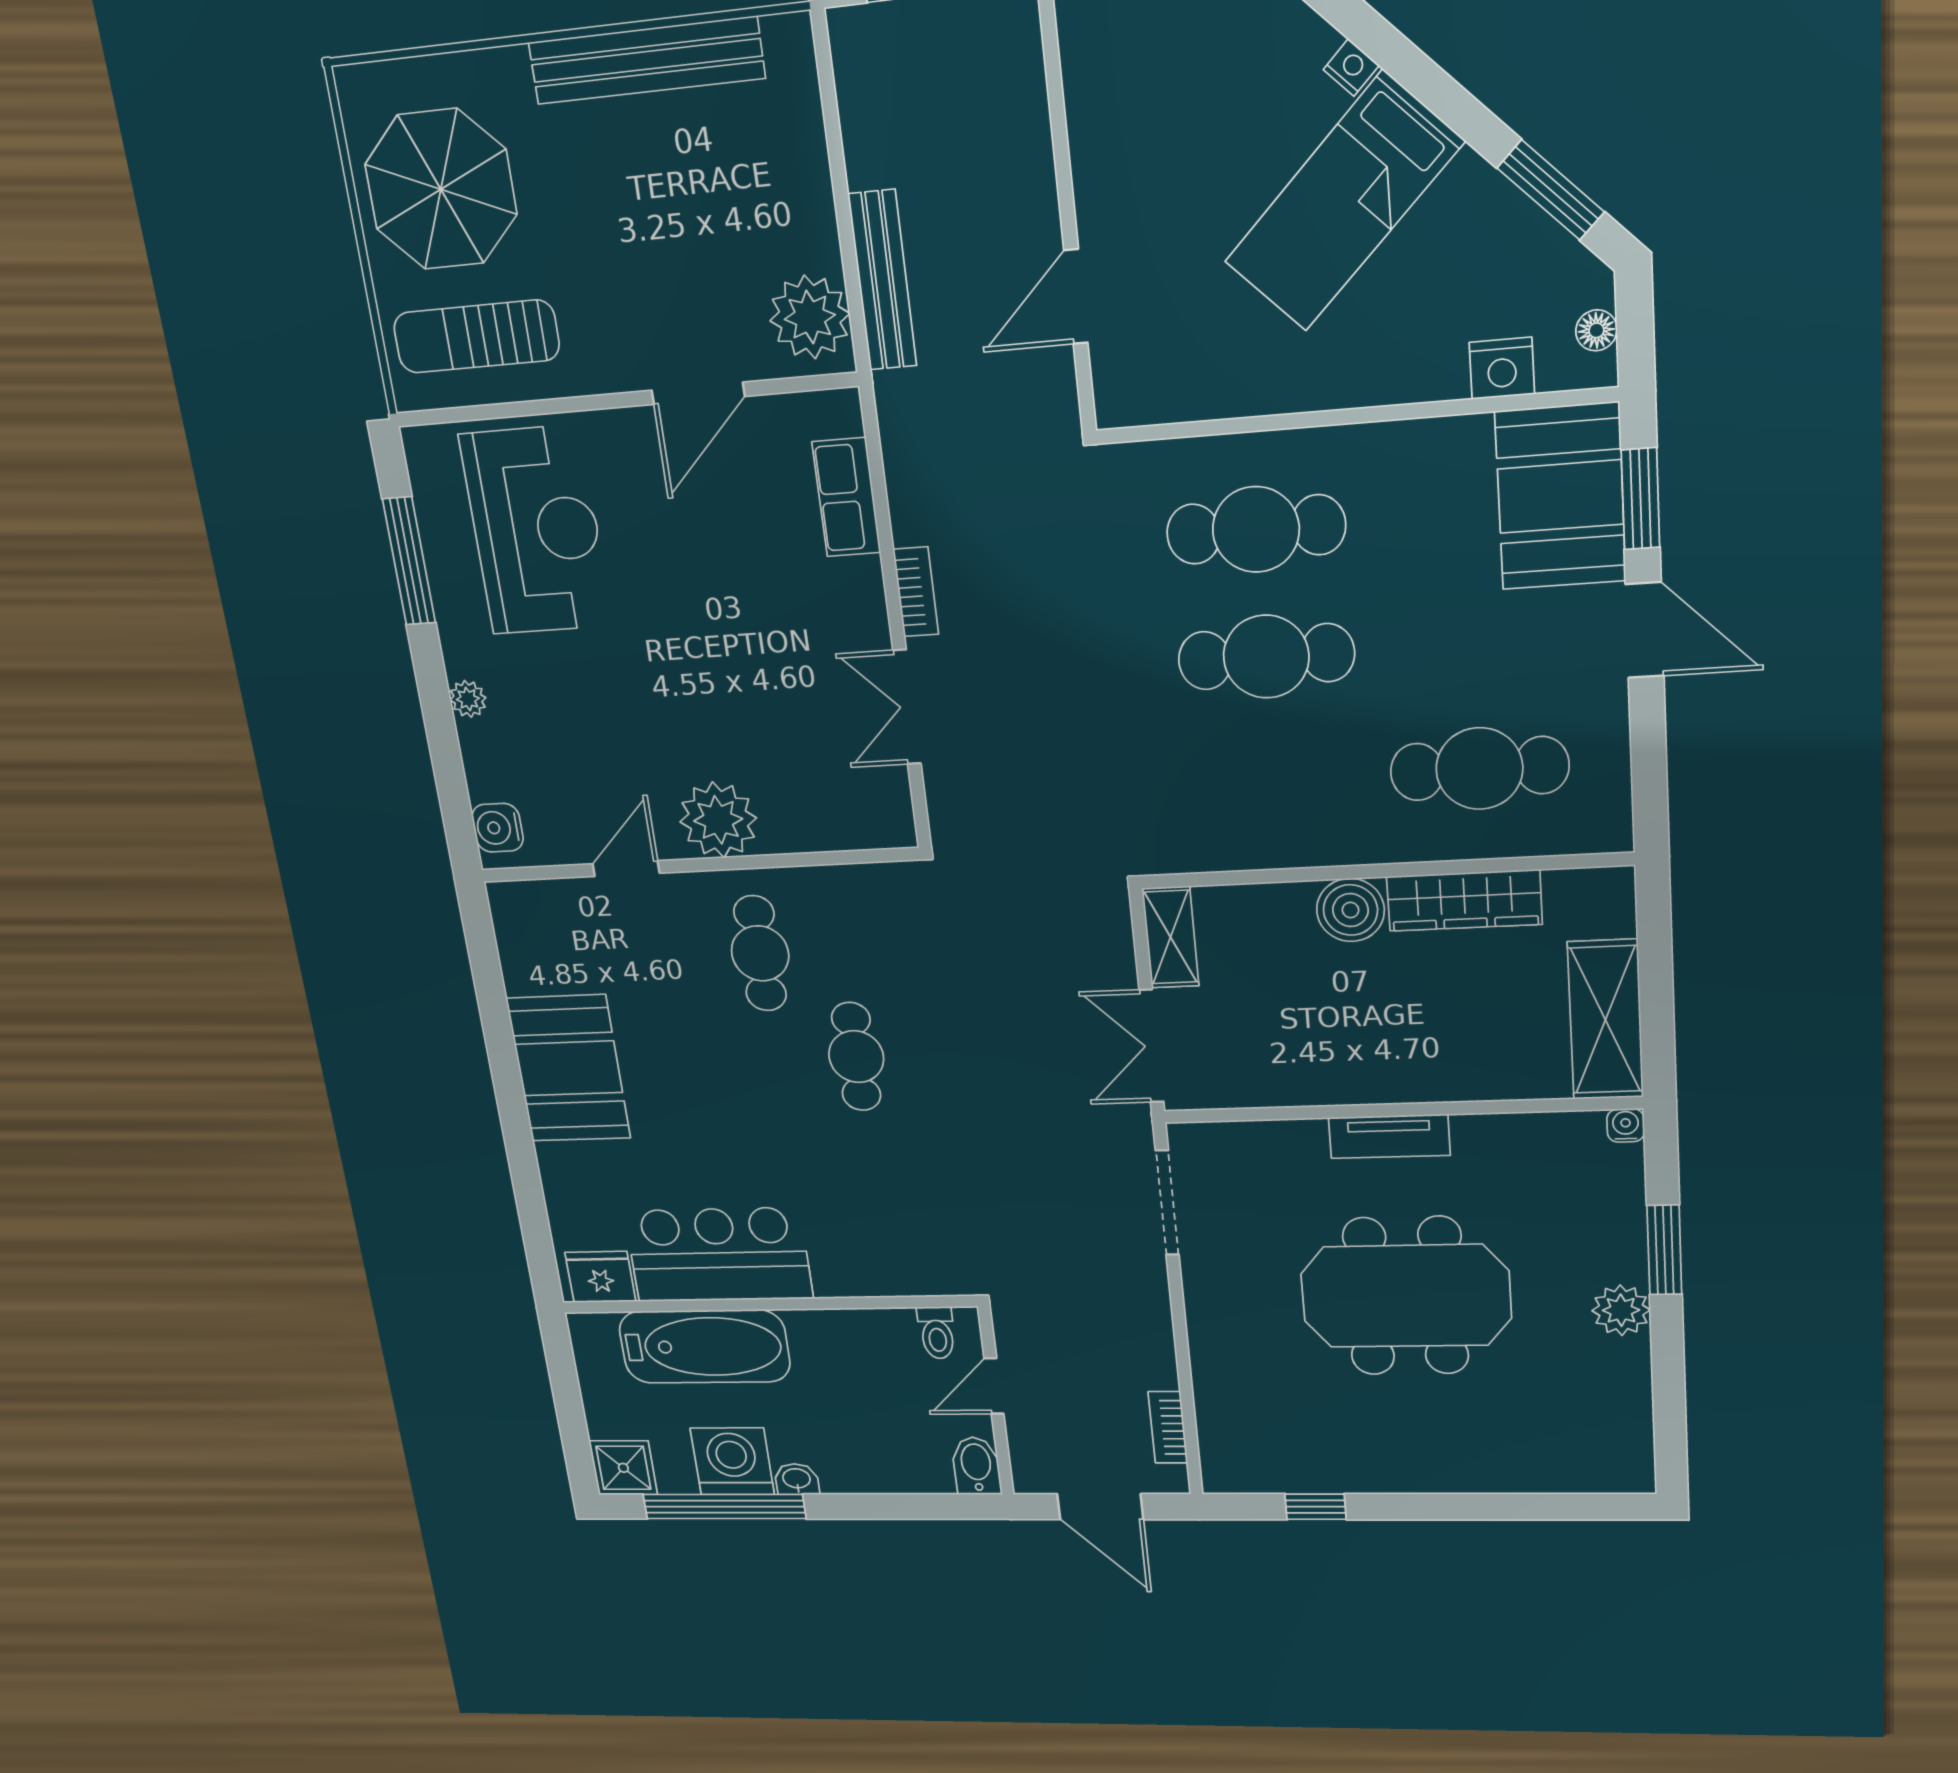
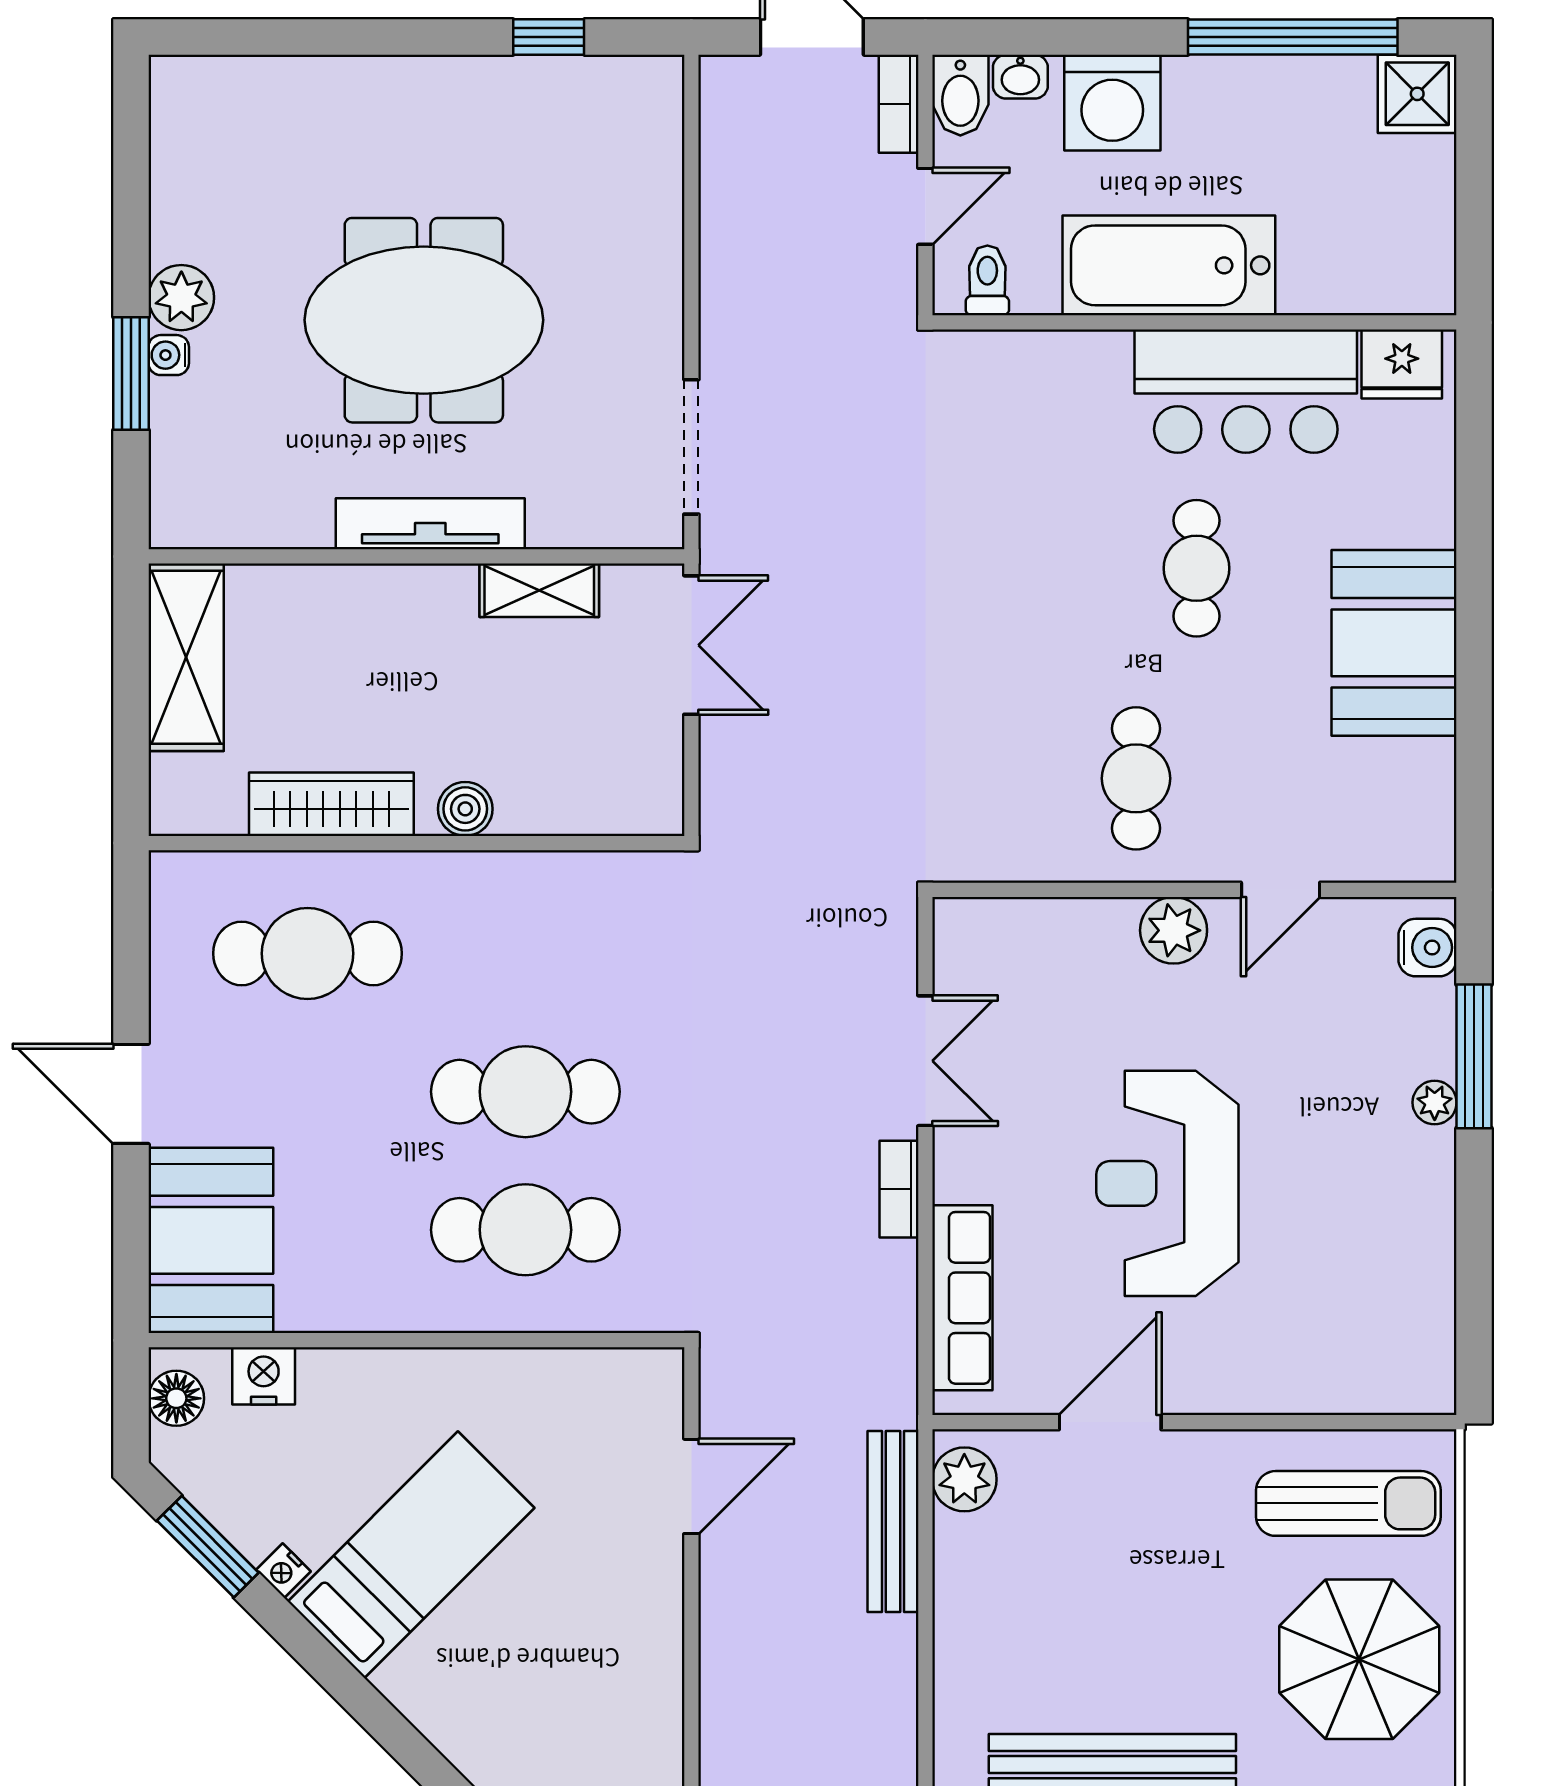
nightstand: (1351, 68) -> (283, 1571), moved
plant: (810, 317) -> (964, 1479), width x0.73, depth x0.73
floor lamp: (1596, 330) -> (176, 1398), width x1.37, depth x1.37
row of seats: (846, 497) -> (962, 1298), width x1.48
window: (1640, 499) -> (131, 1232), removed
reception desk: (536, 531) -> (1167, 1183), moved
window: (409, 561) -> (1474, 1056), moved
plant: (718, 820) -> (1174, 930), width x0.73, depth x0.73
boiler: (1350, 910) -> (465, 809), width x0.73, depth x0.73
shelving: (1170, 937) -> (539, 590), moved, turned 90
cafe table: (856, 1057) -> (1197, 568), moved
water cooler: (1626, 1125) -> (169, 355), moved, turned 90
tv unit: (1389, 1136) -> (430, 524), width x1.41
bathtub: (704, 1347) -> (1169, 265), moved
bookcase: (1168, 1427) -> (899, 104), moved, turned 180
washing machine: (732, 1461) -> (1112, 103), moved
washbasin: (797, 1479) -> (1020, 77), moved

